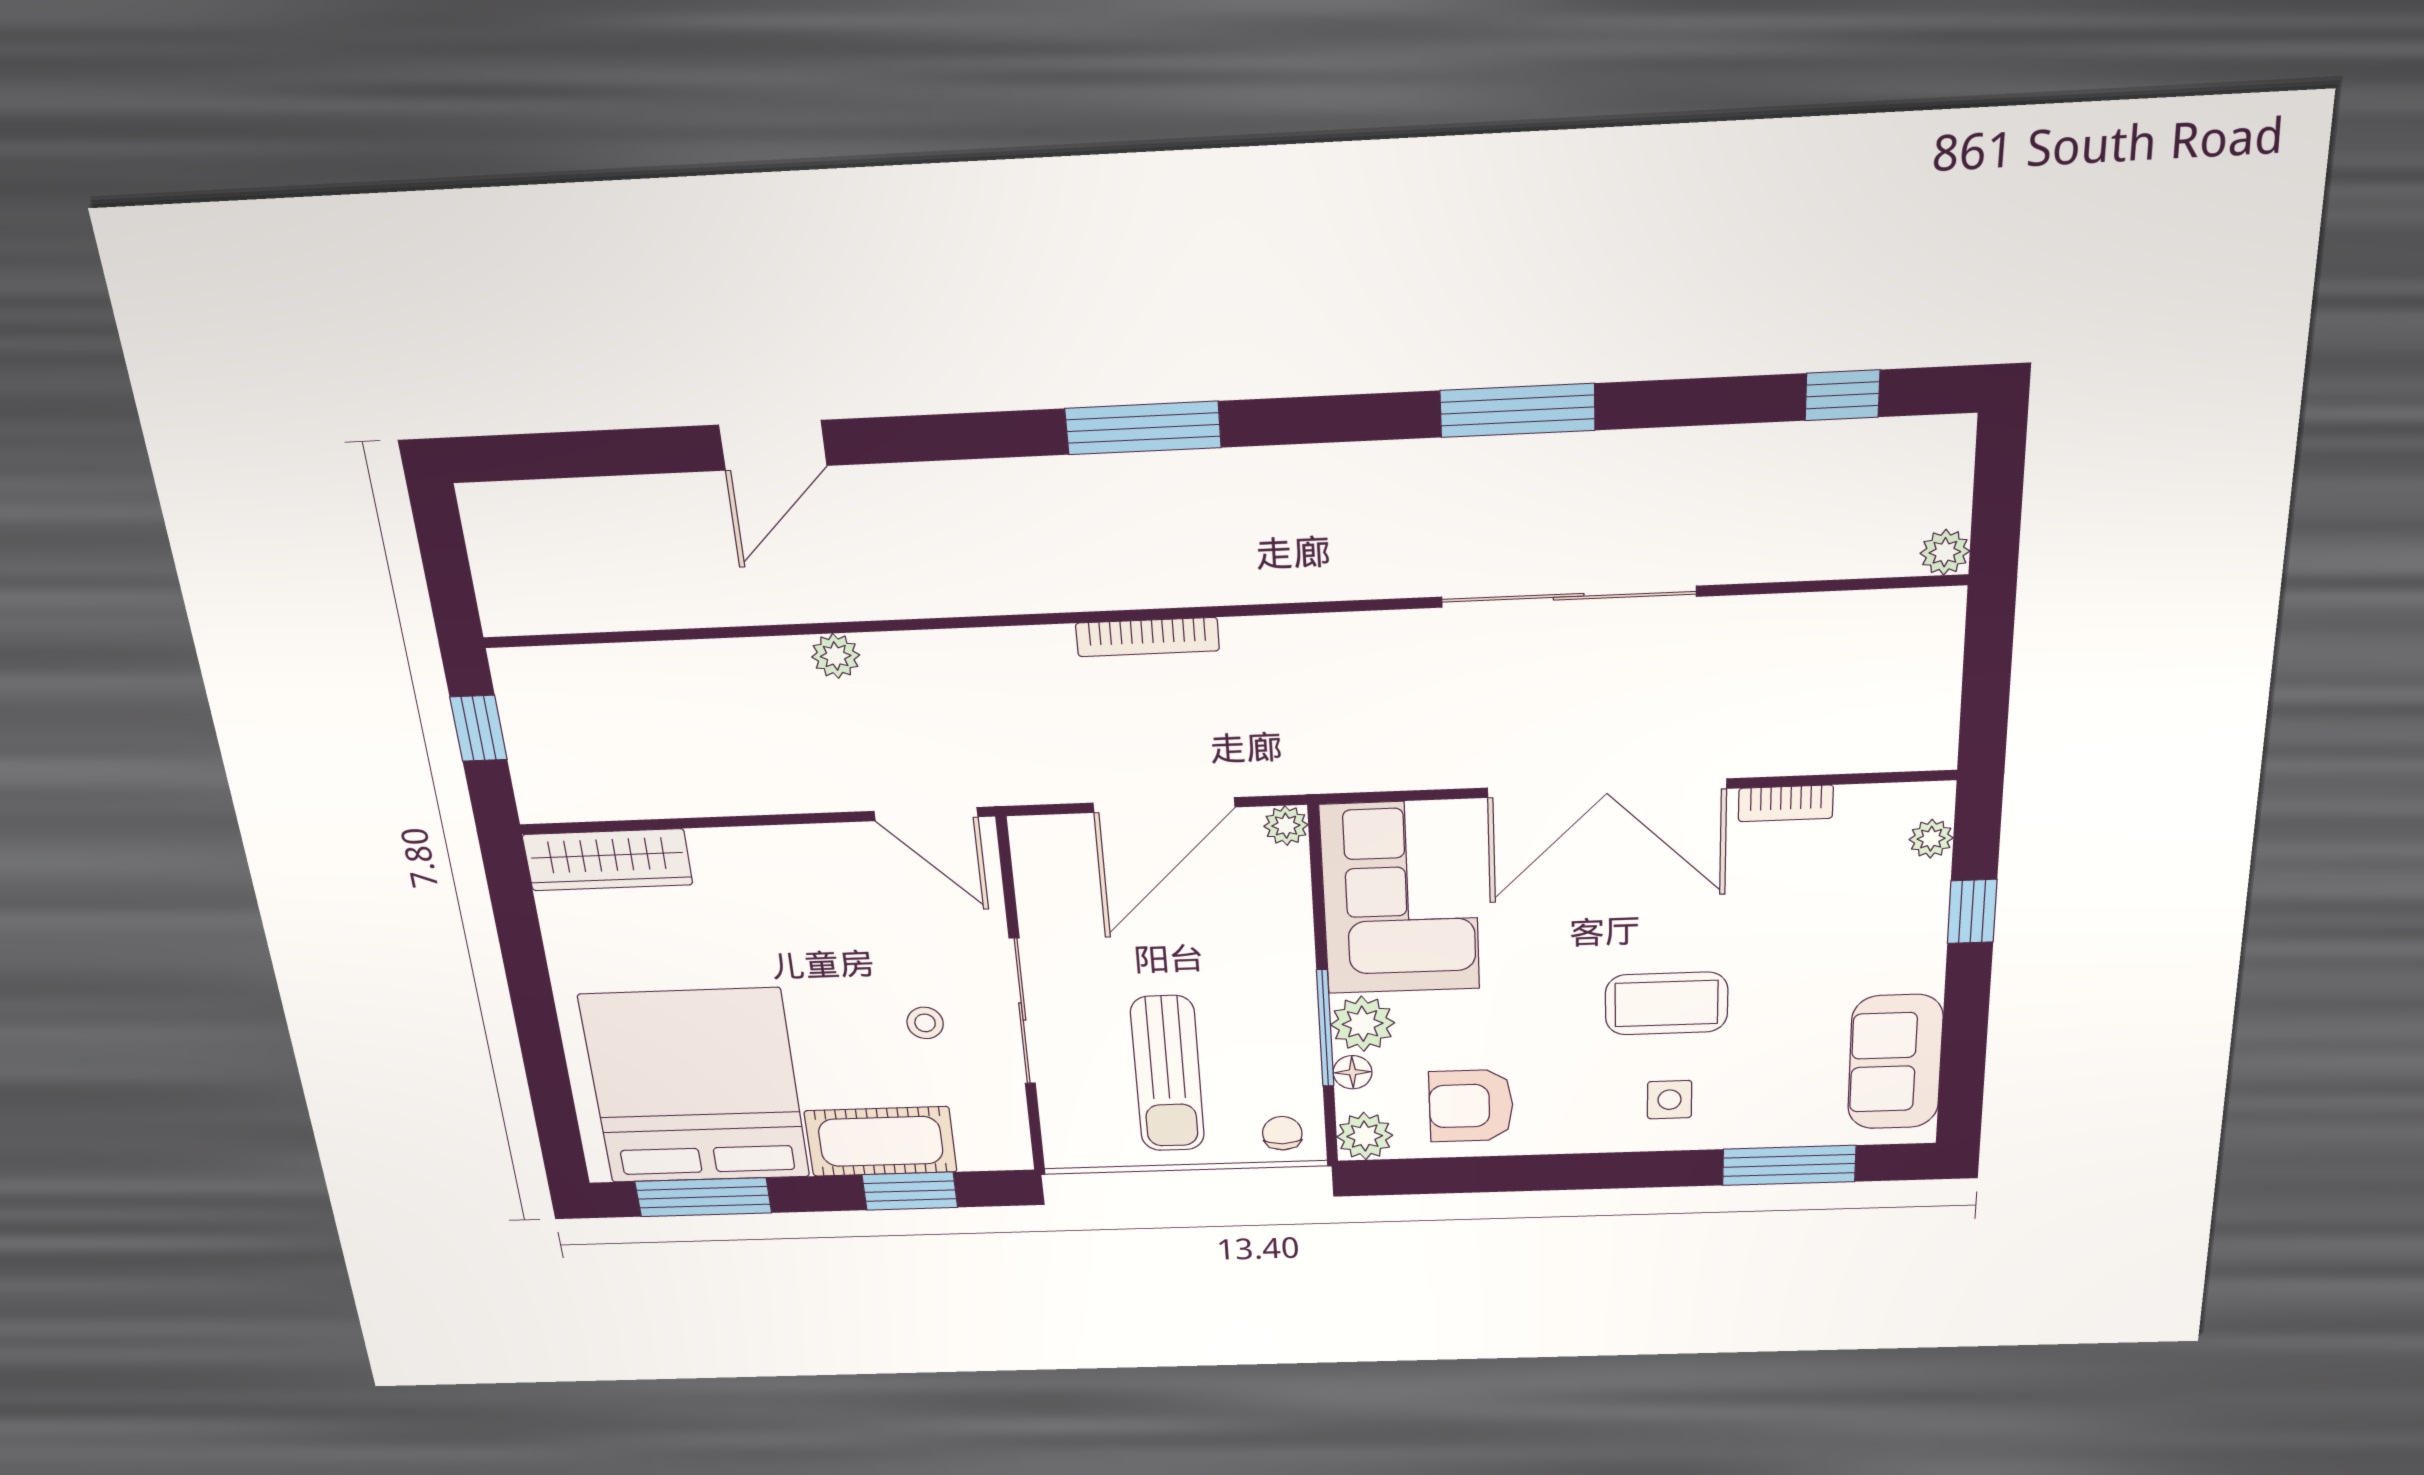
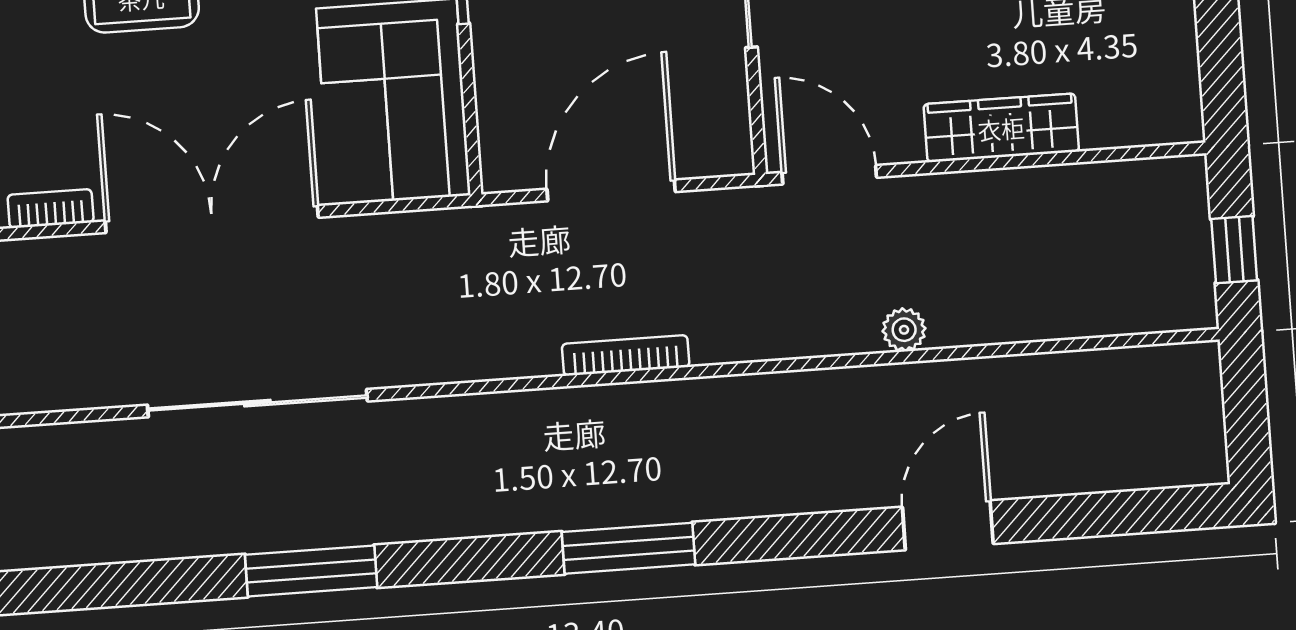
window: (1842, 395) -> (40, 590), removed
plant: (1286, 826) -> (500, 173), removed
wardrobe: (608, 860) -> (1001, 128), moved

